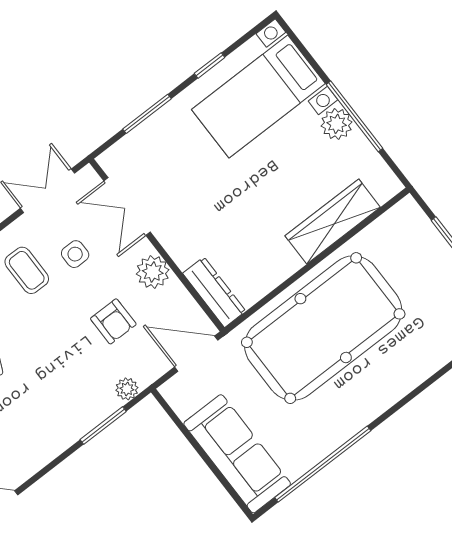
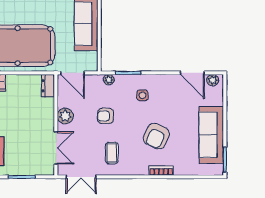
side table: (75, 254) -> (142, 95), moved
dresser: (214, 292) -> (48, 86), width x0.70
armchair: (113, 321) -> (106, 116), moved, turned -90

